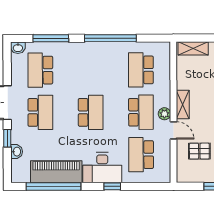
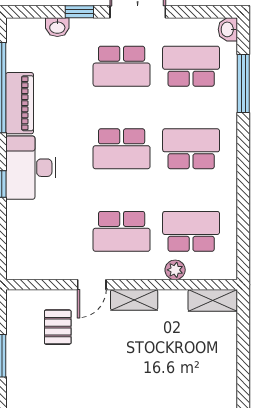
window: (110, 38) -> (243, 181), removed
shelving: (193, 48) -> (213, 300), moved, turned 90
plant: (164, 114) -> (175, 270), moved
school desk: (141, 155) -> (191, 149), moved
piano: (56, 172) -> (20, 103), width x0.73, depth x0.75

